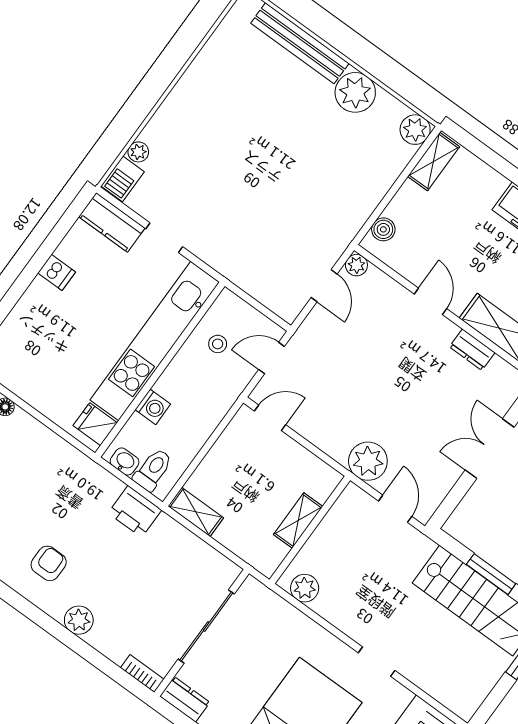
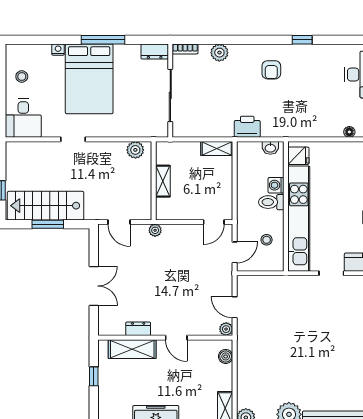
plant: (368, 461) -> (155, 230), width x0.53, depth x0.53
toilet: (153, 470) -> (271, 202), moved, turned 90
plant: (79, 620) -> (219, 53), moved

